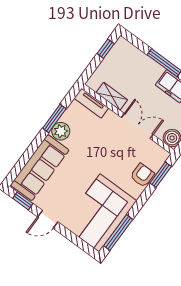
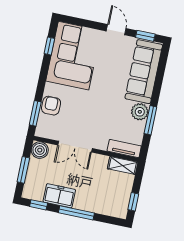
shelving: (112, 96) -> (123, 166), moved
armchair: (142, 175) -> (51, 106), turned 180
door: (48, 219) -> (116, 30), hinge flipped
window: (118, 233) -> (49, 46), width x0.46

